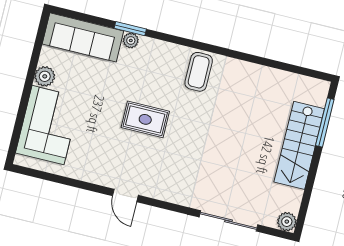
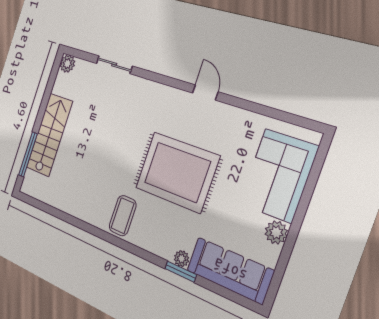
rug: (145, 119) -> (177, 172), width x1.86, depth x2.06
sliding door: (228, 221) -> (114, 65), width x0.73

